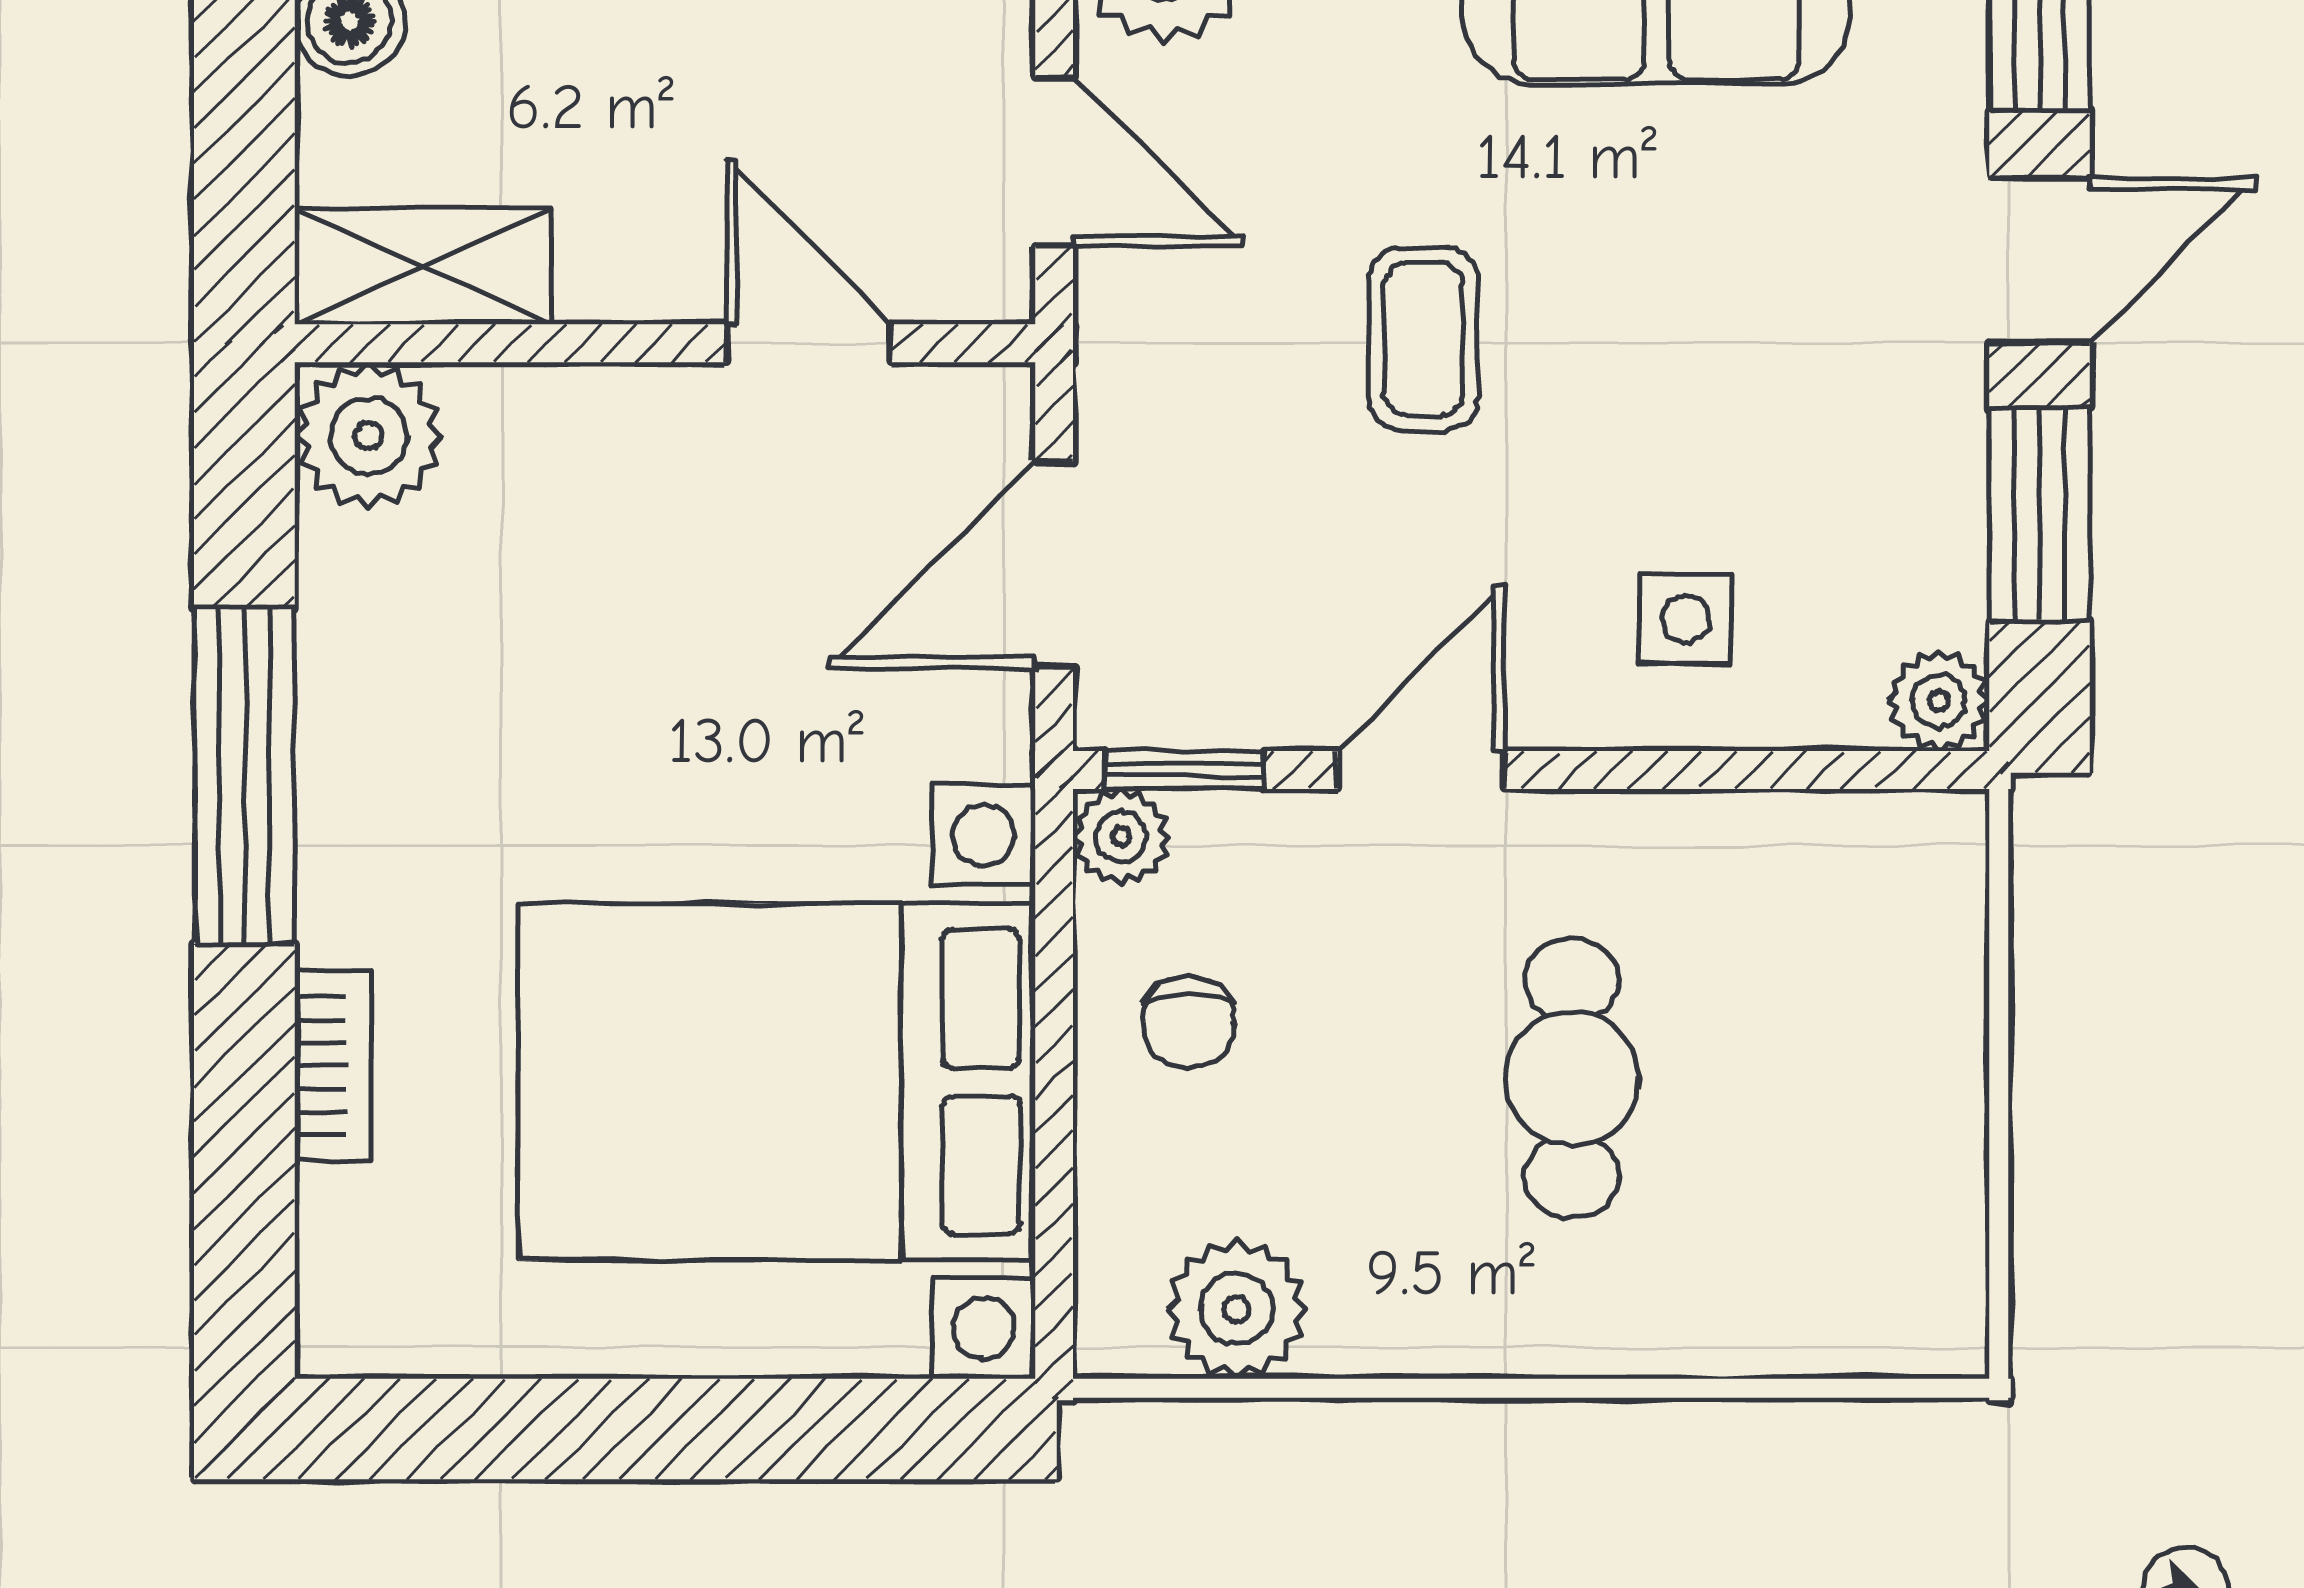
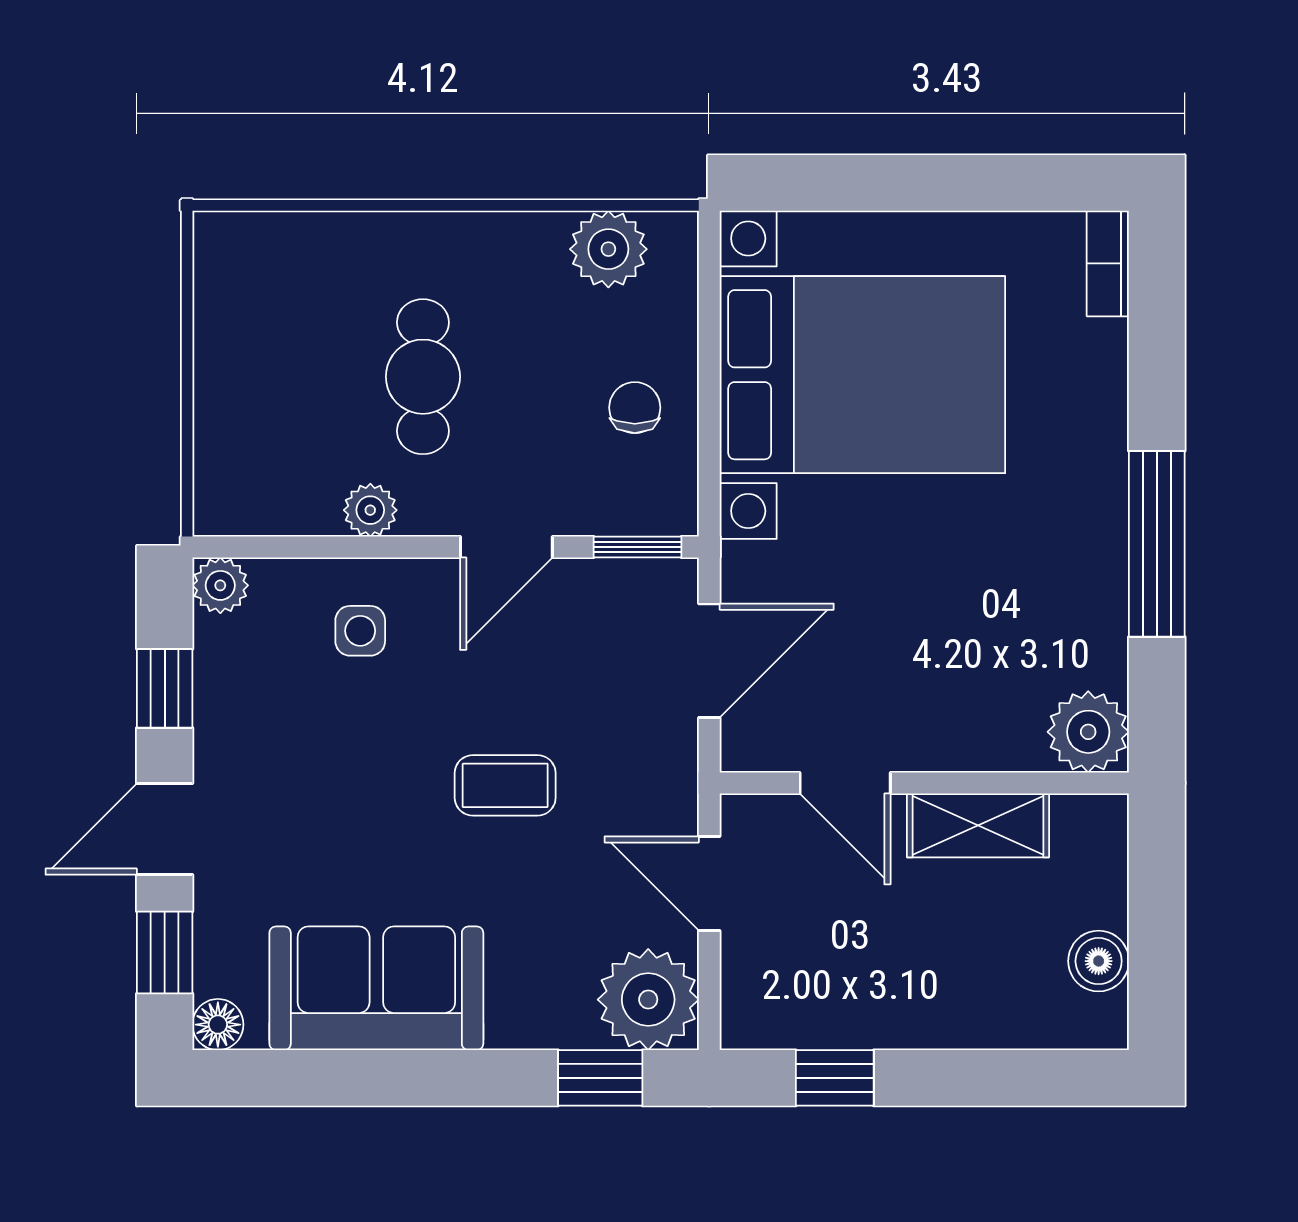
shelving: (423, 267) -> (978, 825), moved
coffee table: (1423, 339) -> (505, 785), turned 90
window: (2040, 514) -> (165, 688), width x0.67
plant: (1121, 837) -> (370, 510), moved
bookcase: (333, 1066) -> (1108, 263), moved

